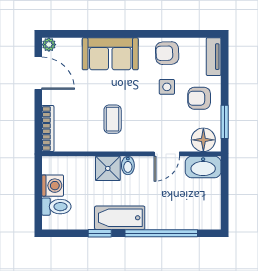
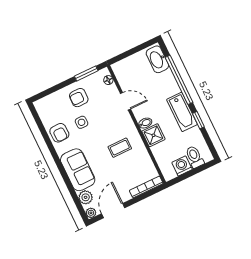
plant: (71, 47) -> (86, 197), added
tv unit: (214, 57) -> (47, 101), removed
armchair: (199, 98) -> (79, 98), turned 90
floor lamp: (203, 140) -> (108, 80), width x0.53, depth x0.53
washbasin: (203, 167) -> (157, 59), moved, turned 180

